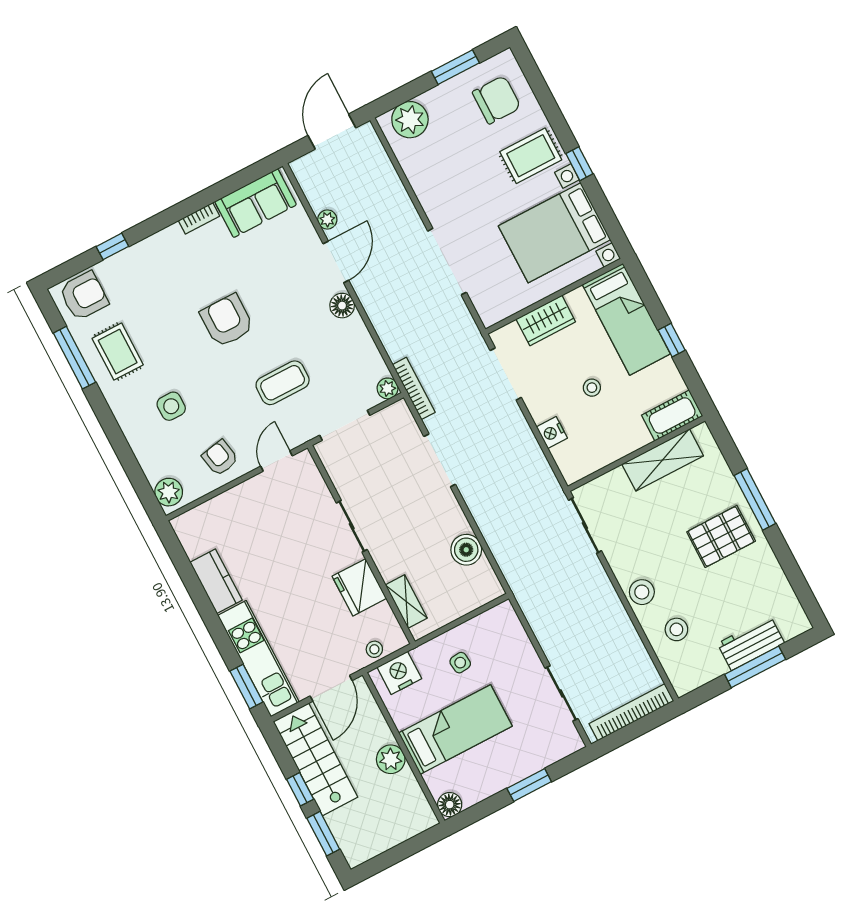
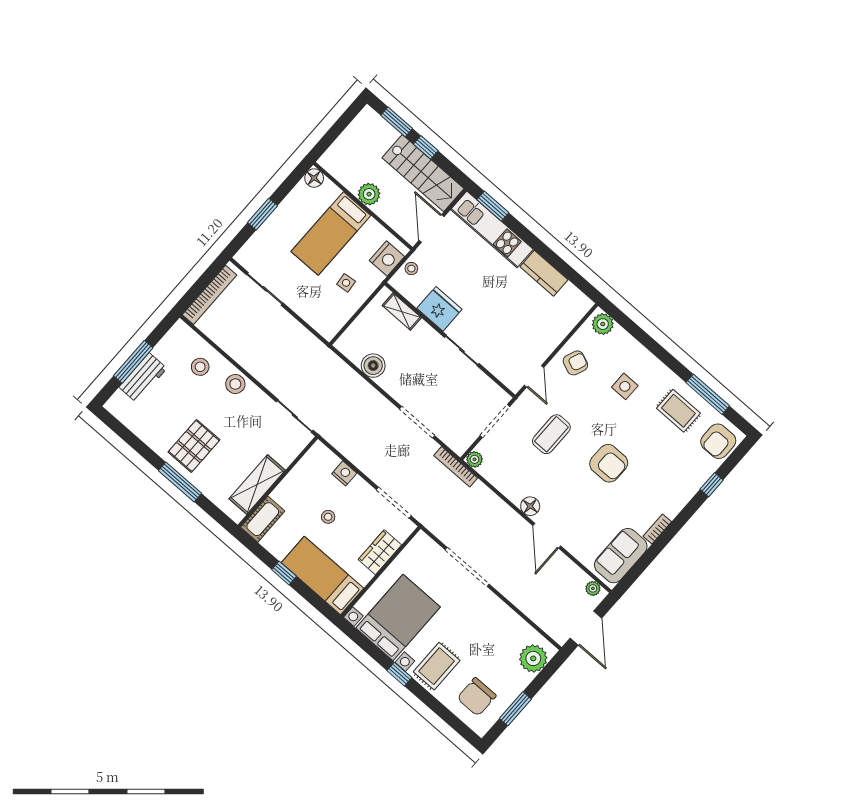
plant: (327, 220) -> (593, 588), moved
armchair: (220, 458) -> (575, 363), turned -57

